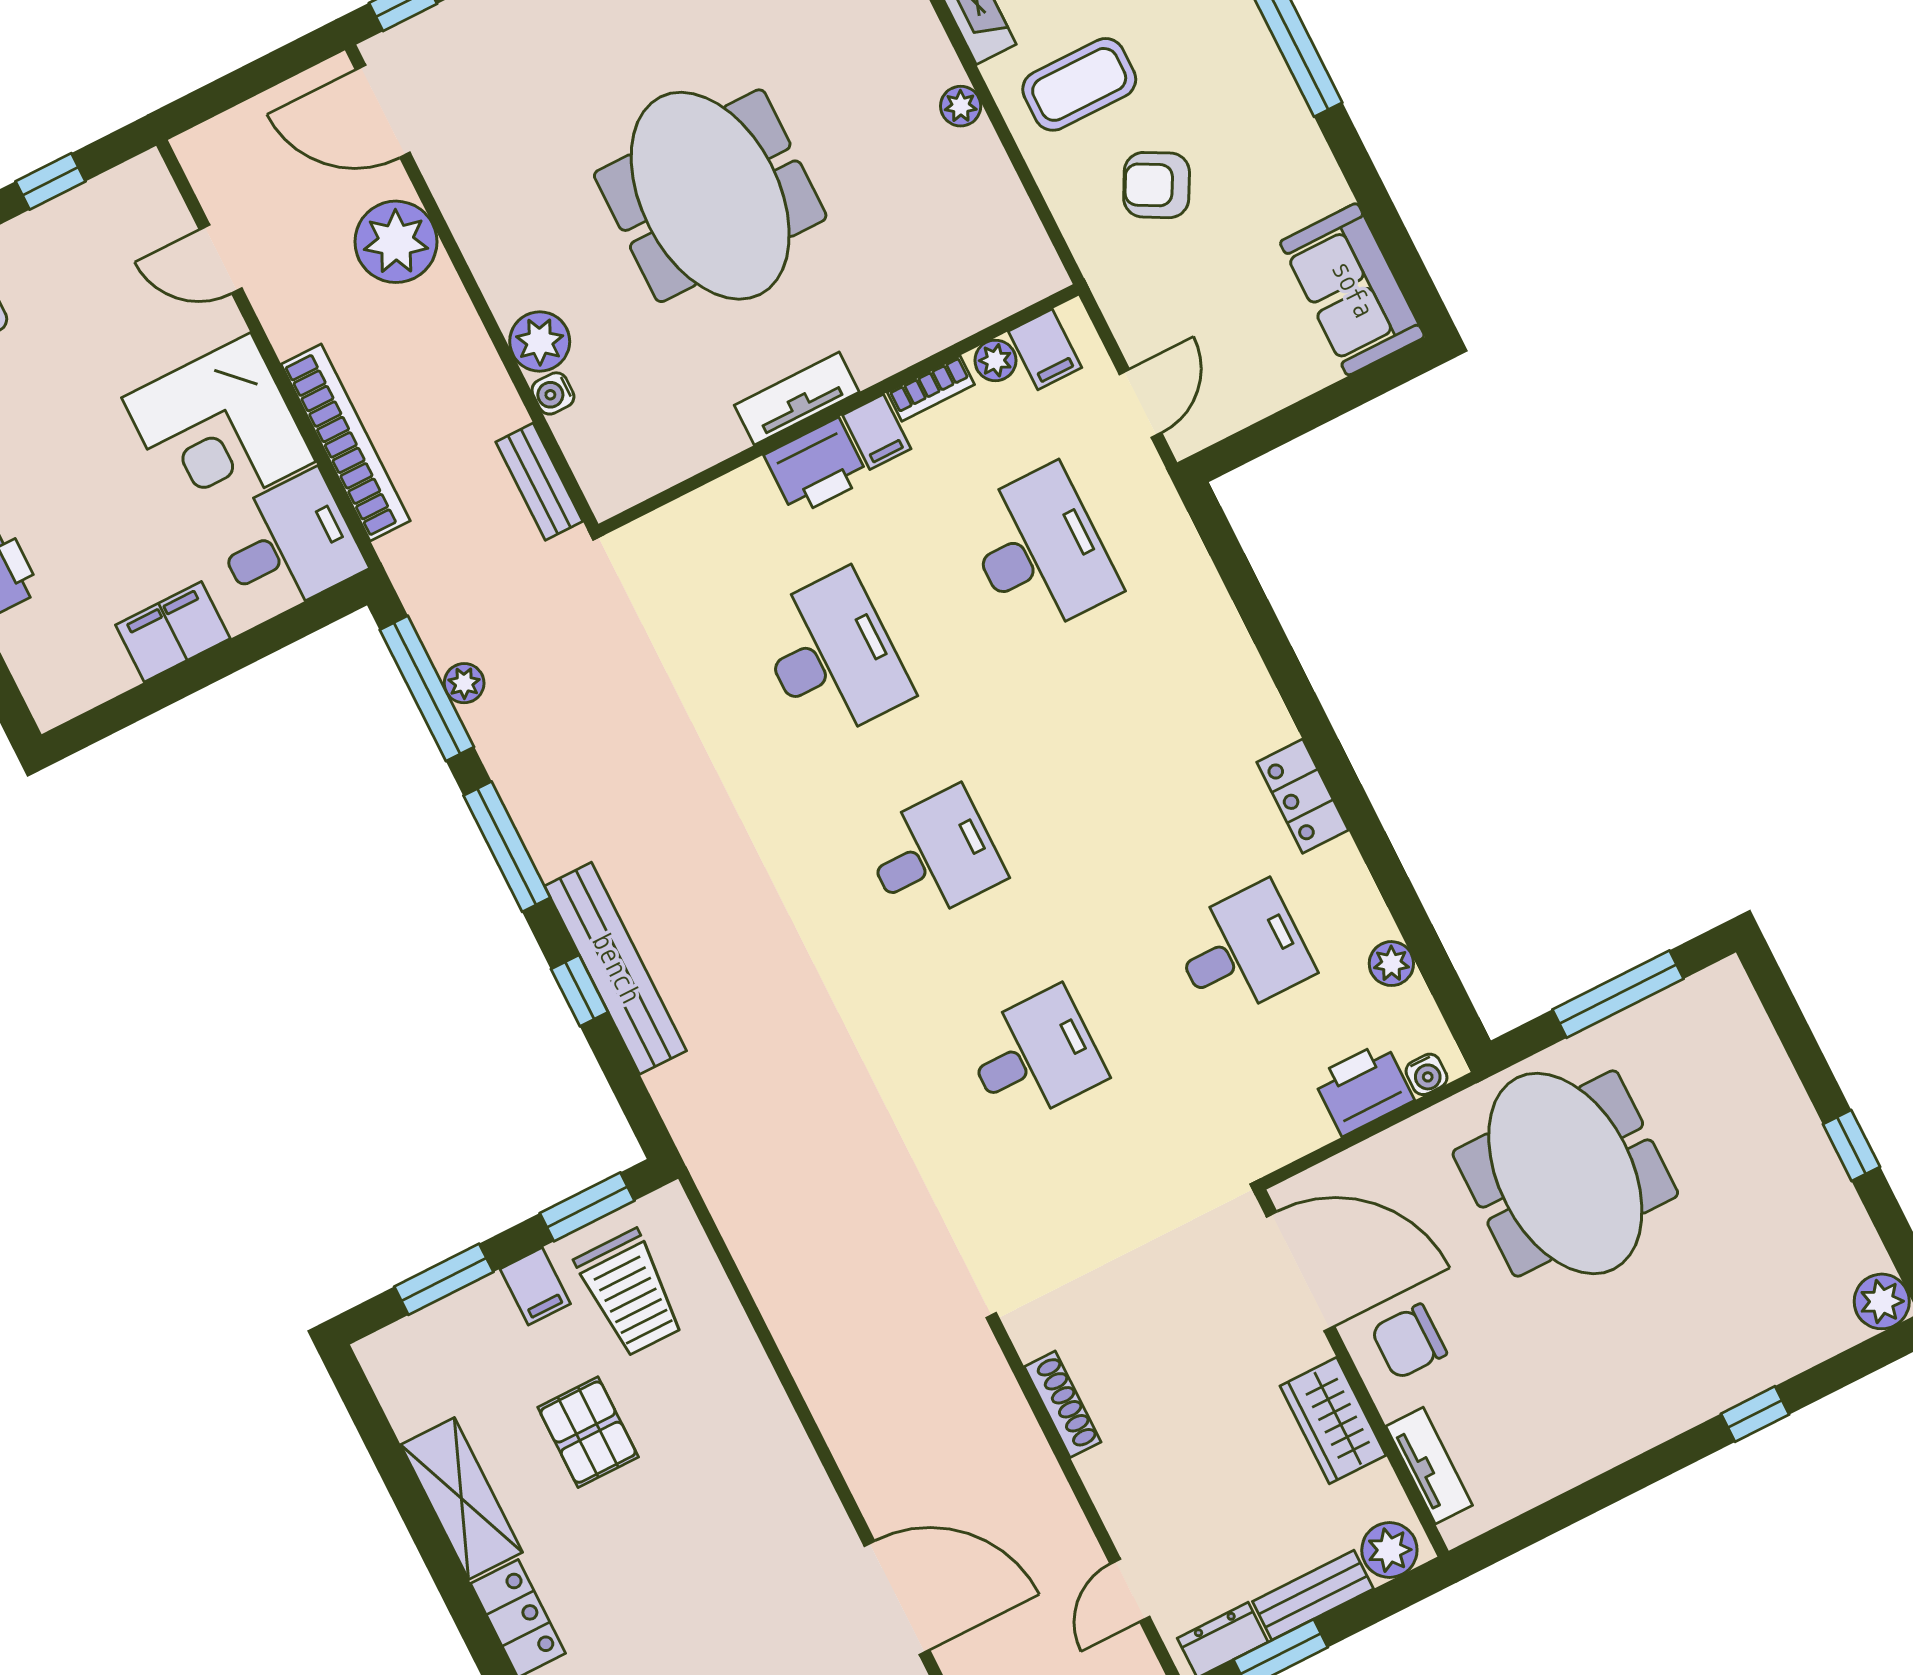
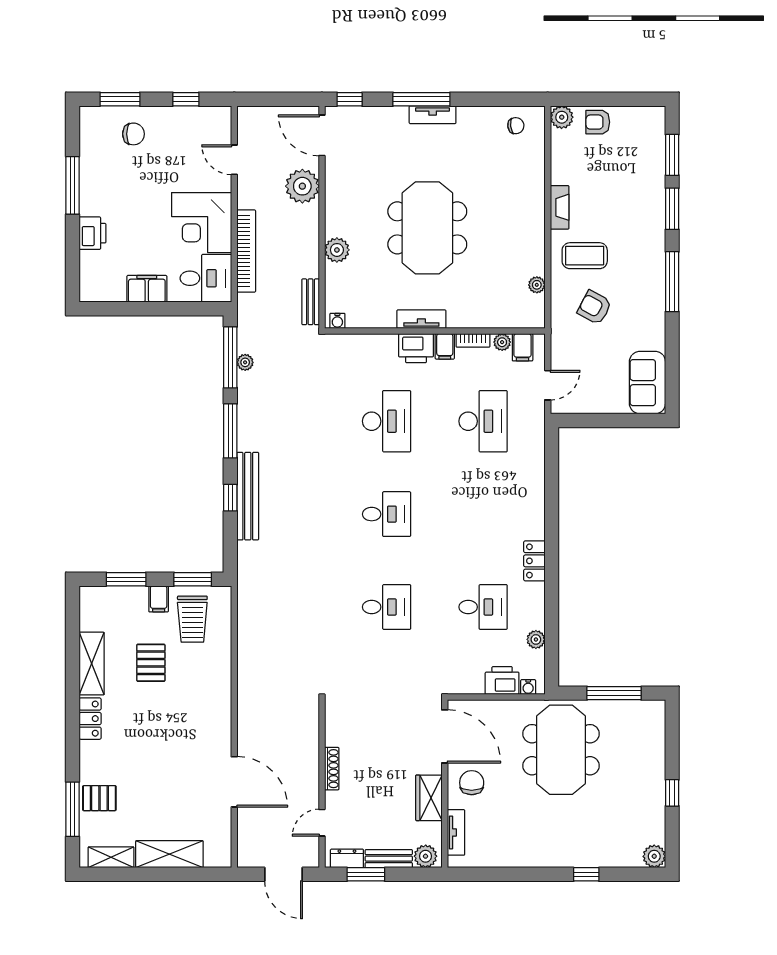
plant: (961, 106) -> (537, 285), moved
water cooler: (553, 393) -> (337, 321), moved, turned -90
chair: (1409, 1341) -> (472, 783), turned 90
shoe rack: (1063, 1404) -> (332, 769), moved

